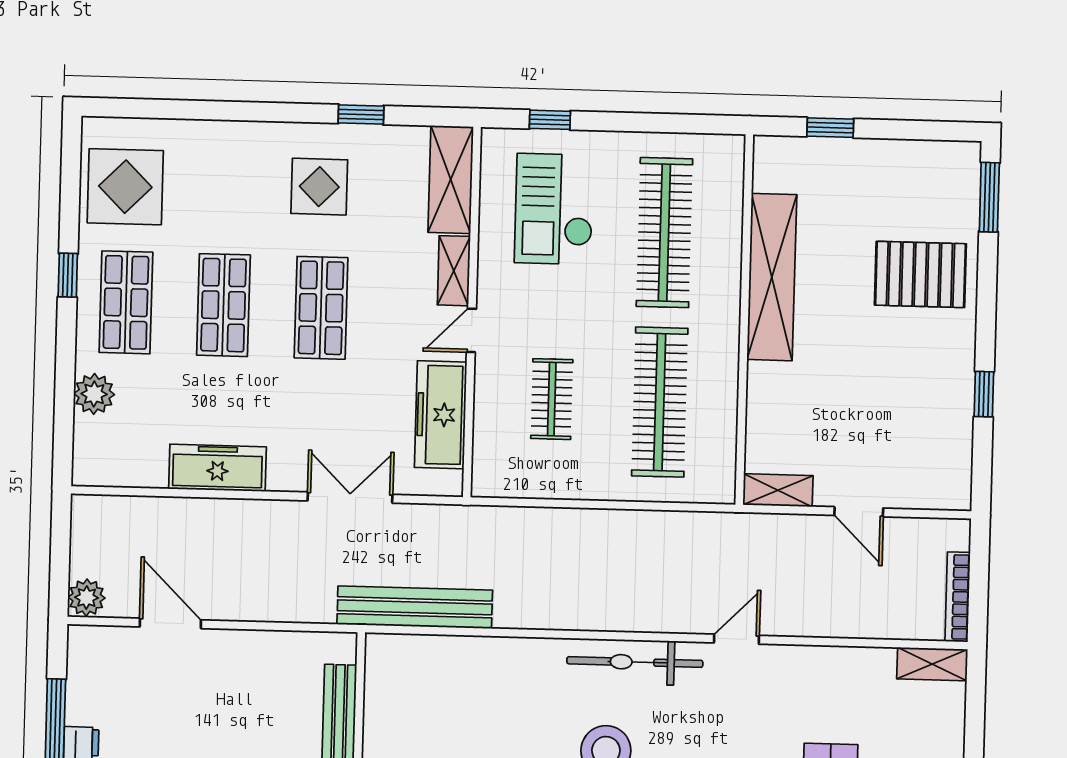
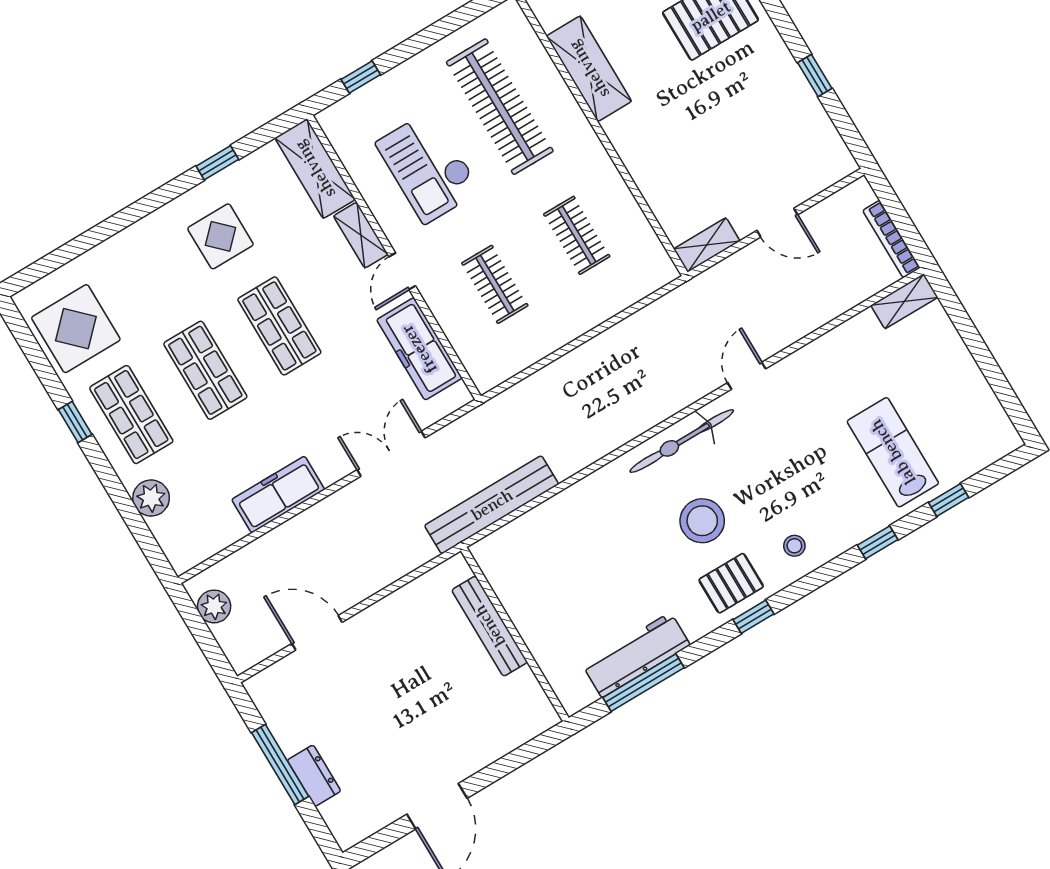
checkout: (554, 209) -> (428, 167), moved
shelving: (772, 277) -> (589, 69), width x0.68
clothes rail: (660, 402) -> (577, 235), width x0.54, depth x0.76
plant: (87, 598) -> (214, 606), moved

